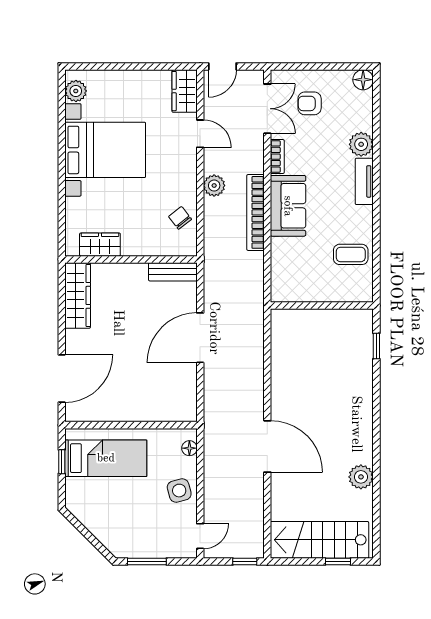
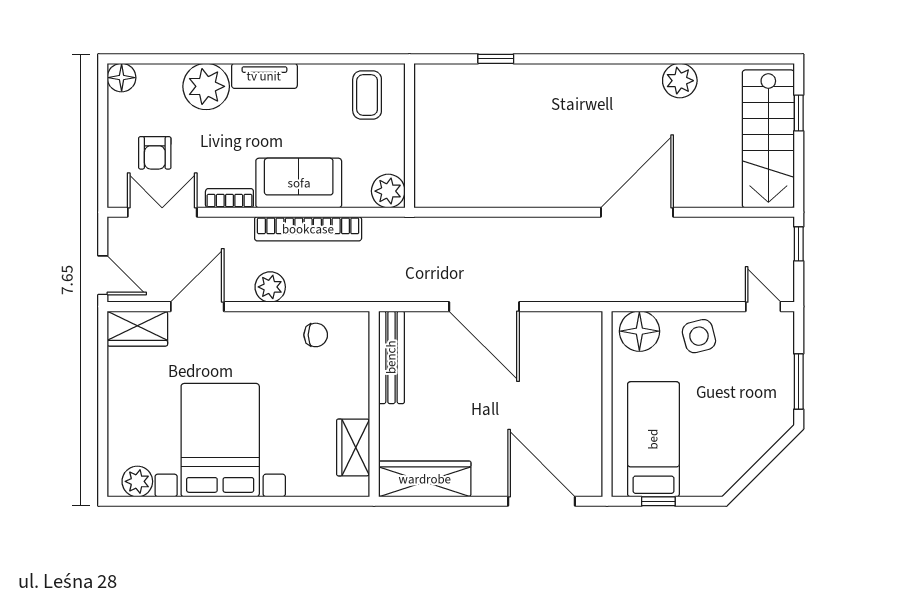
door: (200, 134) -> (197, 307), width x1.38
plant: (361, 144) -> (206, 86), width x1.36, depth x1.36
chair: (180, 218) -> (316, 335), turned -142
plant: (282, 269) -> (388, 191), added
bench: (173, 272) -> (391, 357), width x1.36
wall: (322, 306) -> (409, 136), moved
floor lamp: (189, 448) -> (639, 331), width x1.89, depth x1.89

